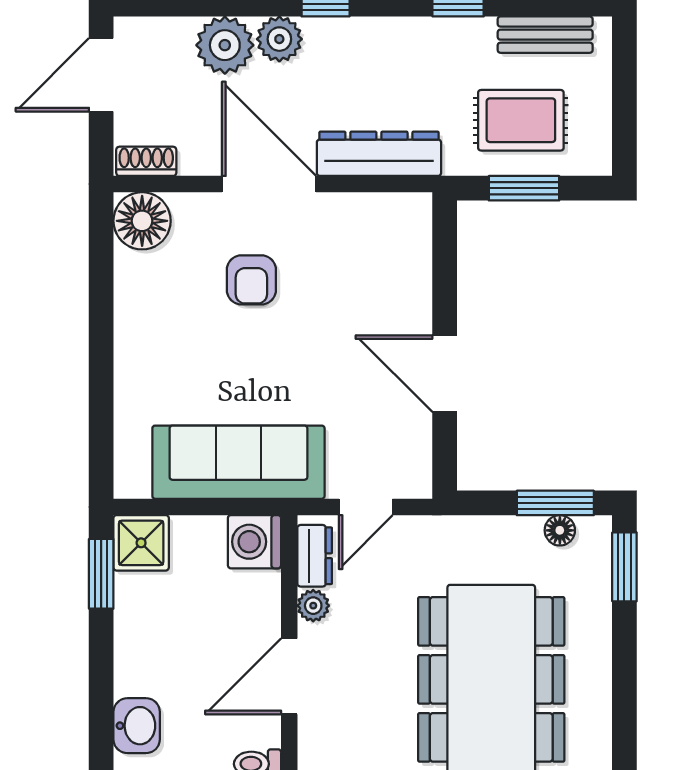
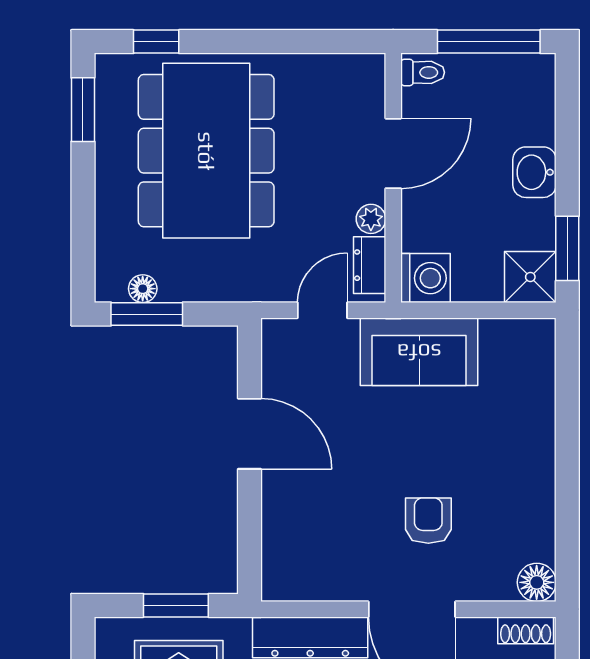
floor lamp: (142, 221) -> (537, 582), width x0.73, depth x0.73
sofa: (238, 462) -> (419, 352), width x0.73
window: (624, 567) -> (83, 110), moved
washbasin: (137, 726) -> (534, 172), moved

